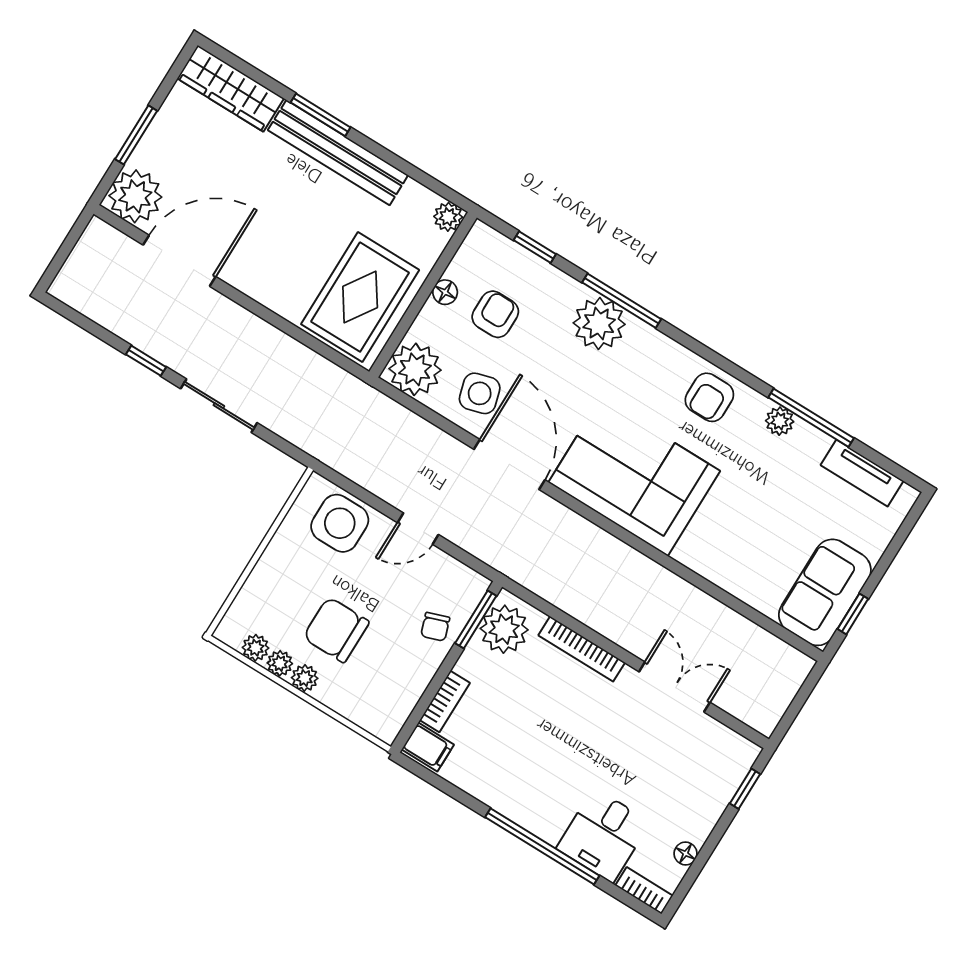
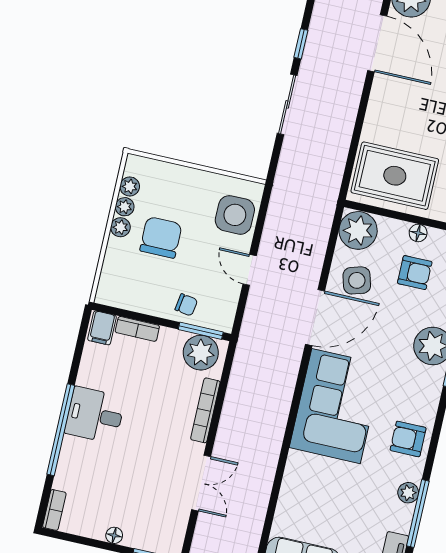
chair: (435, 627) -> (186, 305), turned -152
desk: (603, 835) -> (95, 415), moved
floor lamp: (686, 853) -> (114, 535), moved

